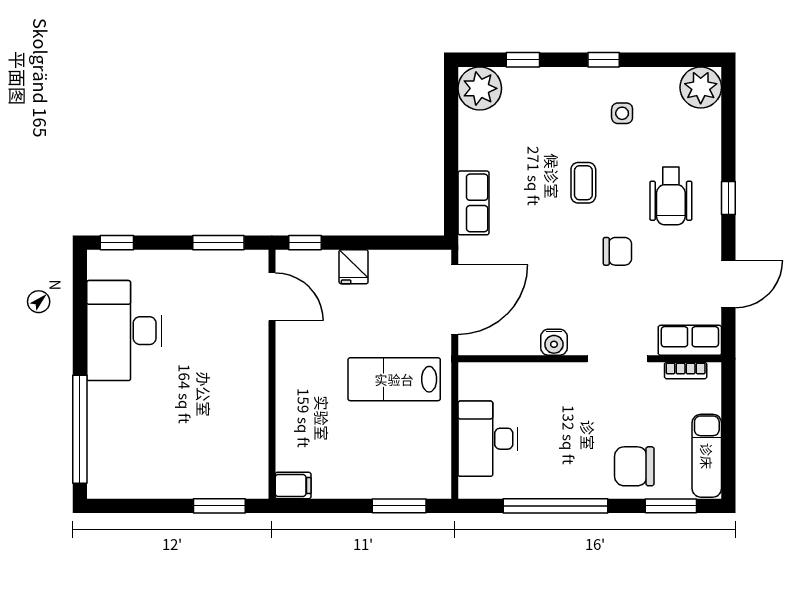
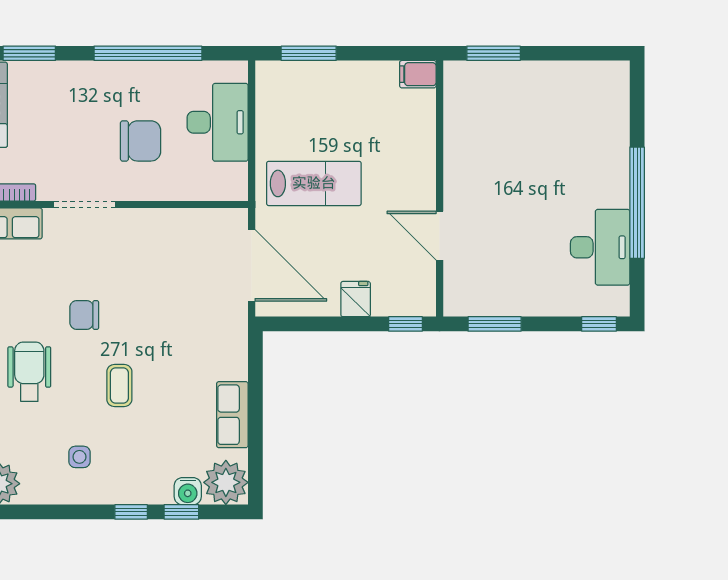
window: (604, 60) -> (131, 512), moved
row of seats: (473, 203) -> (232, 415), moved
door: (272, 297) -> (440, 236), moved
door: (455, 300) -> (252, 265), swing flipped
desk: (124, 331) -> (600, 247), width x0.73, depth x0.77
water cooler: (554, 342) -> (188, 491), moved, turned 180
window: (80, 429) -> (637, 203), moved
chair: (634, 466) -> (141, 141), moved

